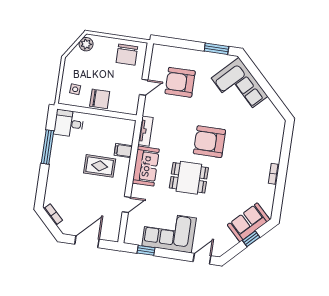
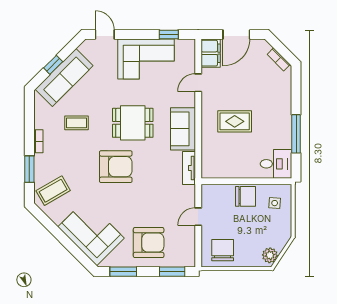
window: (174, 42) -> (172, 272), added
armchair: (180, 82) -> (149, 243), moved
chair: (100, 99) -> (246, 196), turned 180
coffee table: (267, 129) -> (53, 191), added
filing cabinet: (123, 150) -> (211, 53), moved, width x2.00
window: (285, 151) -> (29, 169), added
coffee table: (238, 185) -> (76, 123), added
sofa: (249, 222) -> (64, 77), width x1.36
door: (202, 259) -> (105, 35), swing flipped

